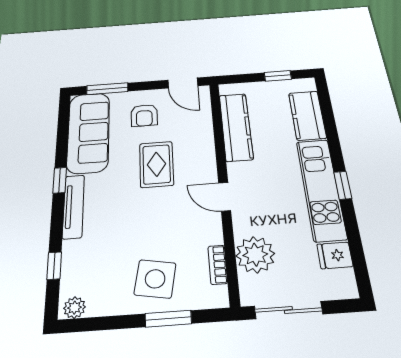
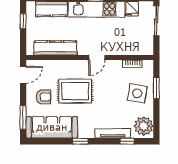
rug: (156, 164) -> (75, 91), width x1.36, depth x1.43
tv unit: (73, 206) -> (113, 133), moved
plant: (255, 255) -> (129, 46), removed
plant: (75, 308) -> (144, 126), width x1.88, depth x1.88
sliding door: (288, 310) -> (156, 21), moved

